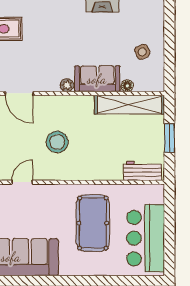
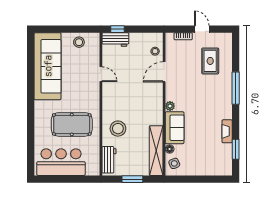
side table: (142, 52) -> (174, 163), moved
stool: (57, 142) -> (118, 129), moved

